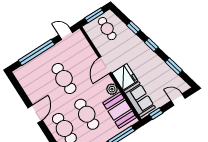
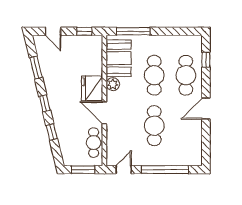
cafe table: (107, 29) -> (94, 143), moved
door: (66, 34) -> (124, 170), swing flipped
door: (105, 65) -> (104, 113), swing flipped
sofa: (139, 99) -> (92, 56), removed

